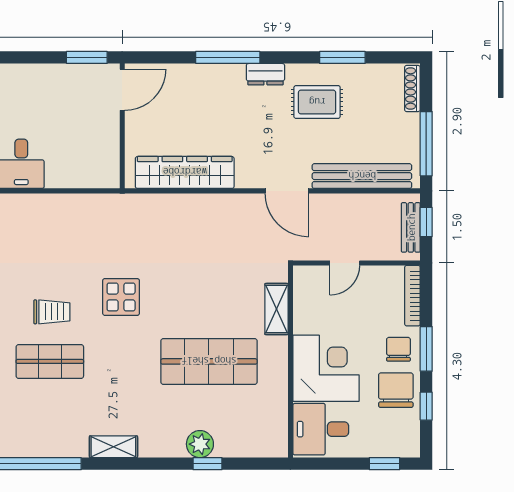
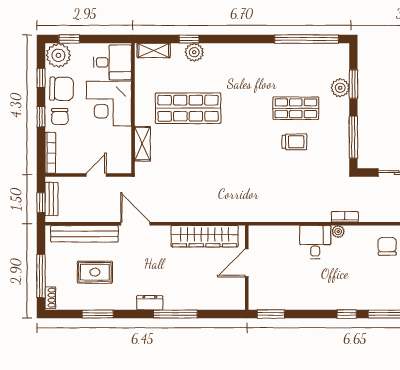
shoe rack: (412, 89) -> (50, 298), width x0.70
door: (122, 90) -> (247, 263), moved
rug: (317, 102) -> (95, 272), moved
window: (426, 144) -> (41, 276), moved
display table: (121, 297) -> (248, 152), removed
trolley: (52, 312) -> (294, 142), turned 180
window: (426, 349) -> (41, 117), width x0.67
chair: (396, 390) -> (62, 89), turned -89
plant: (400, 440) -> (58, 55), added
shelving: (113, 447) -> (154, 50), moved

